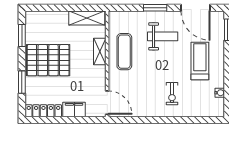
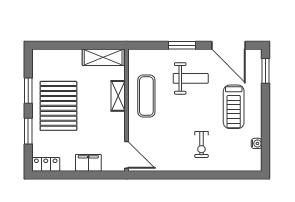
window: (22, 36) -> (28, 91), moved
pallet: (48, 60) -> (58, 106), turned 90
treadmill: (200, 61) -> (234, 107), turned 180
locker: (43, 111) -> (46, 164), width x0.66

